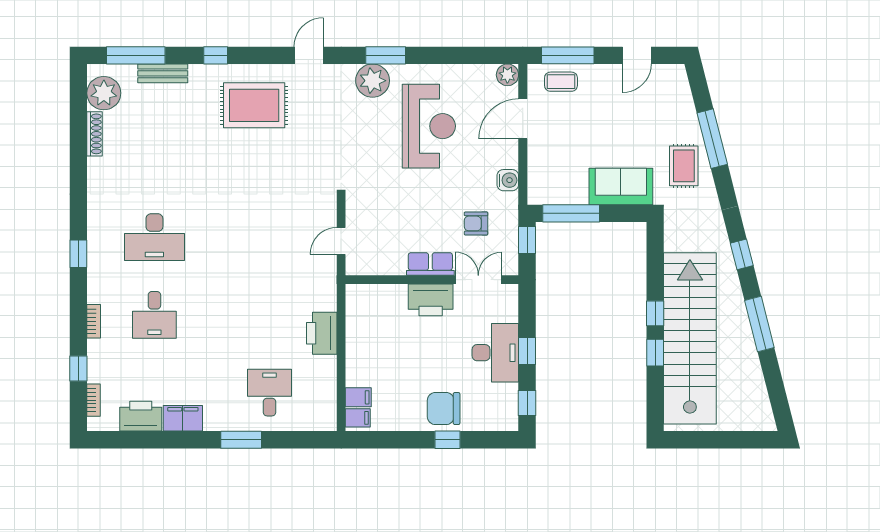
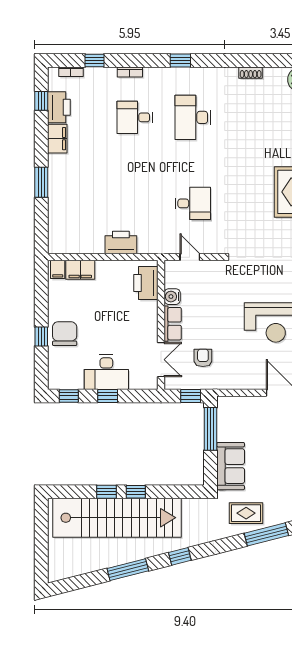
shoe rack: (95, 134) -> (251, 73), moved, width x0.70
water cooler: (508, 180) -> (172, 297), moved, turned 90
printer: (431, 300) -> (146, 283), moved
desk: (270, 393) -> (193, 203), moved
filing cabinet: (358, 397) -> (80, 270), width x2.00
window: (132, 440) -> (41, 101), added

